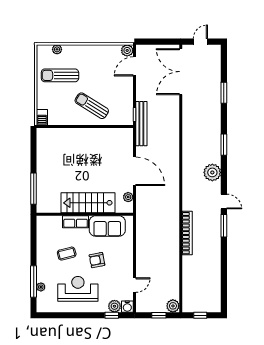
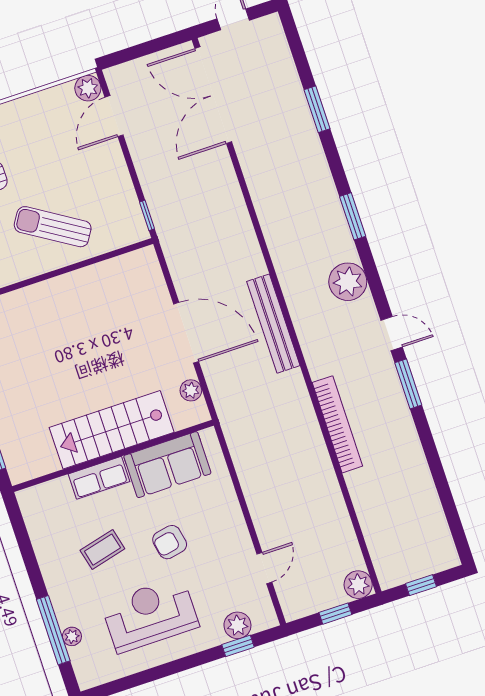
bench: (141, 124) -> (273, 324), moved
water cooler: (127, 307) -> (264, 617), removed

